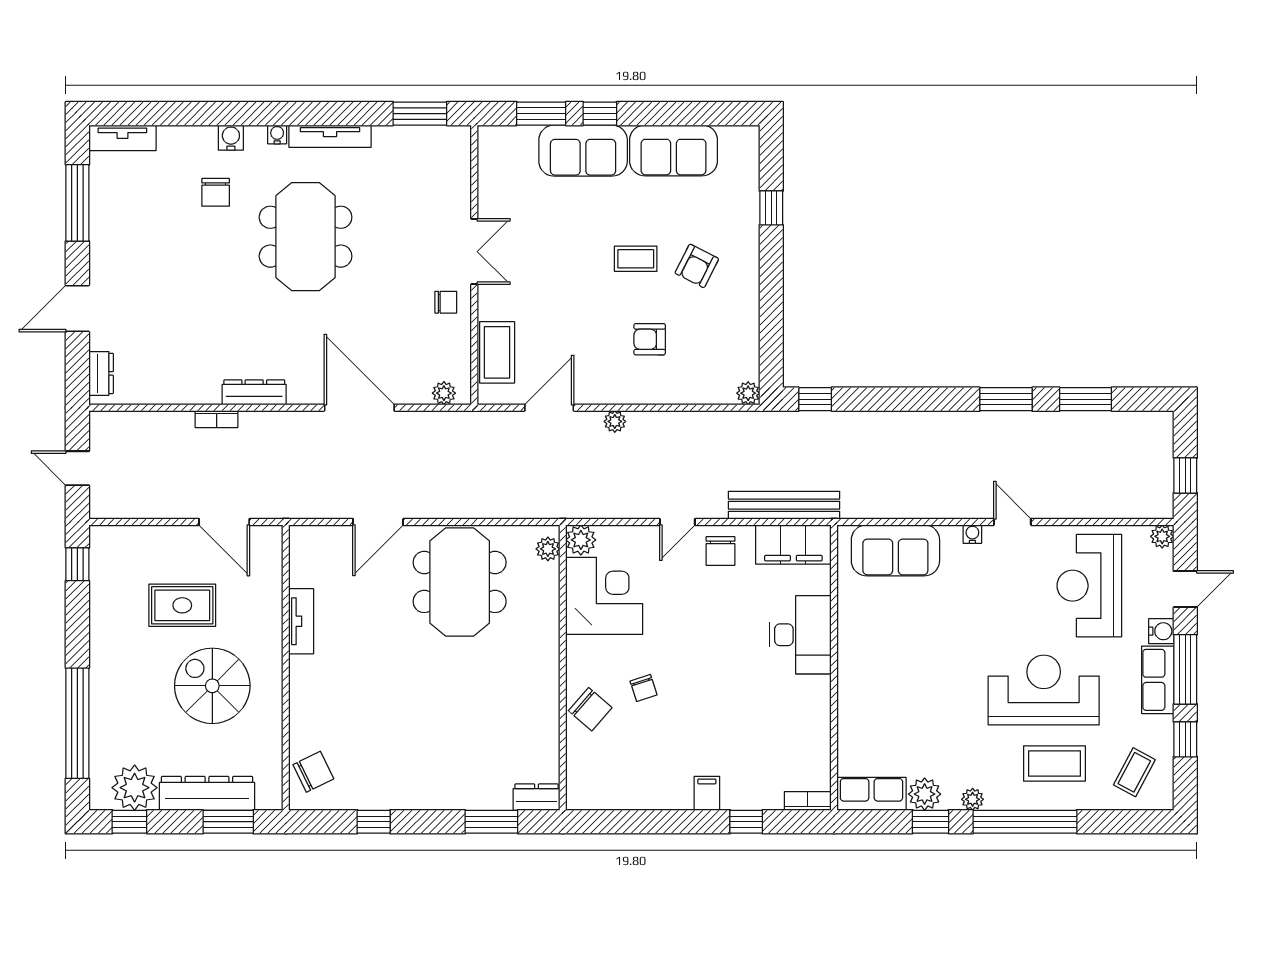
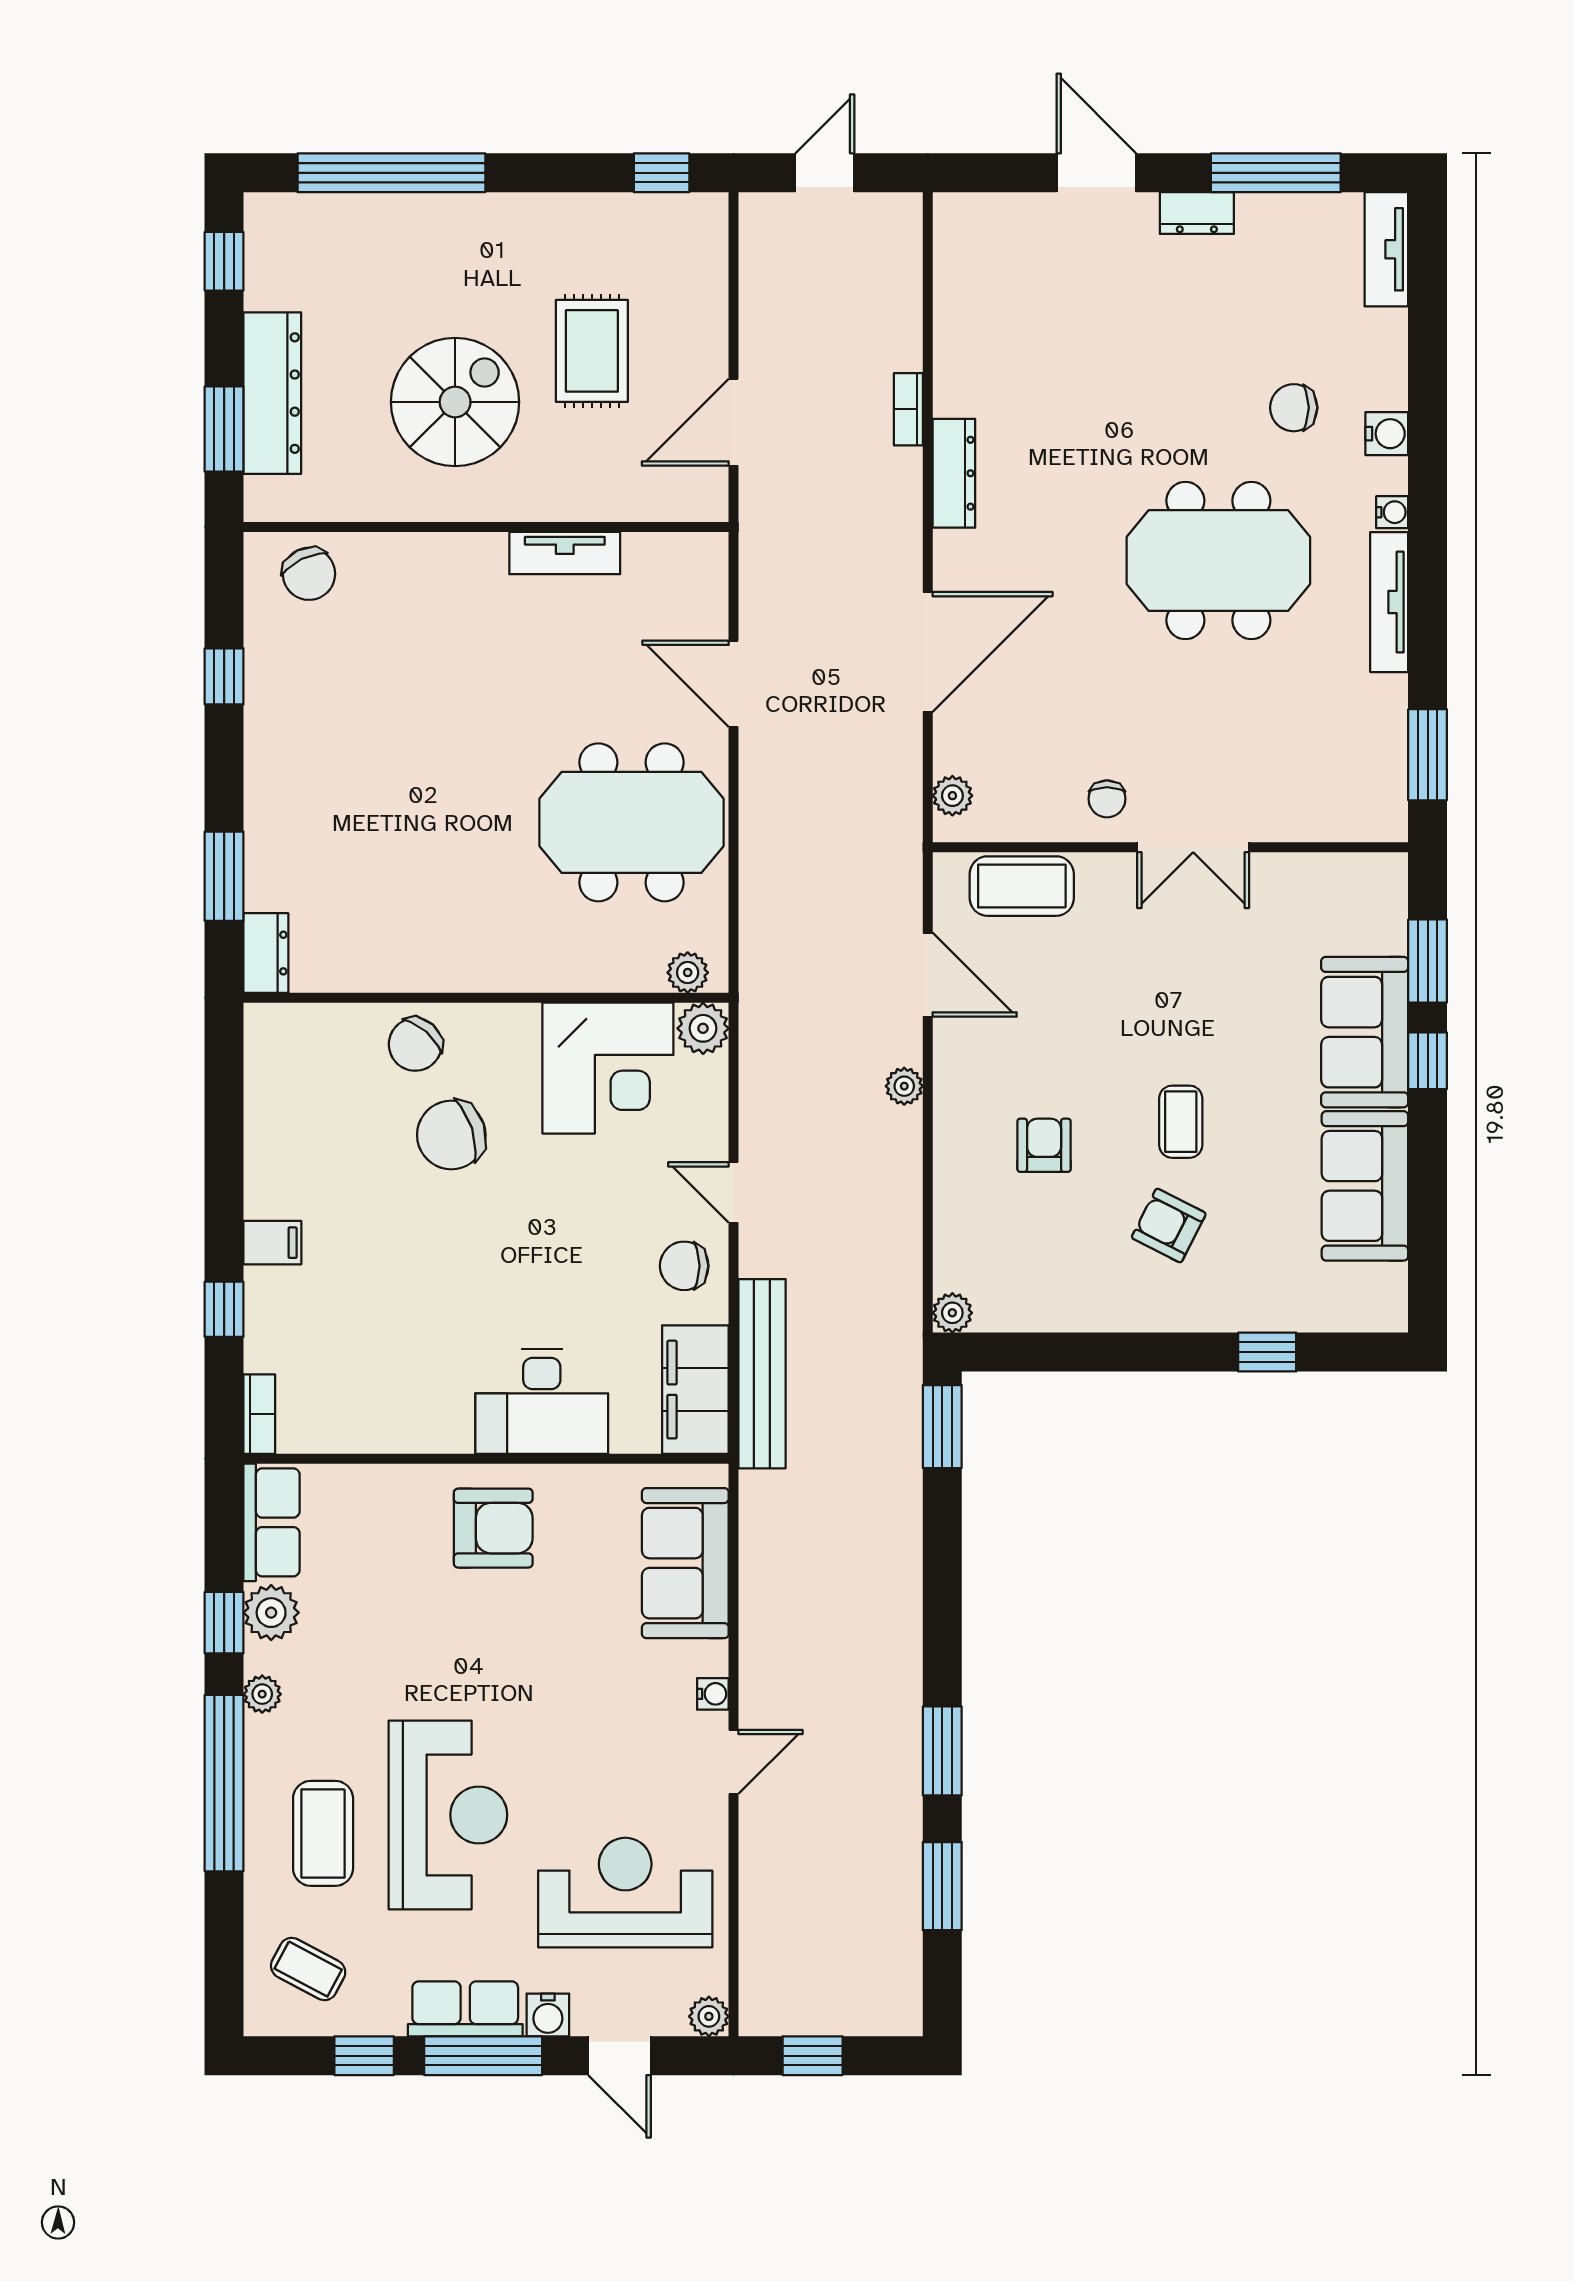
dresser: (101, 373) -> (1197, 213), moved
window: (815, 399) -> (942, 1427), width x1.50
armchair: (875, 663) -> (493, 1528), added
chair: (644, 688) -> (451, 1135), width x1.87, depth x1.87
plant: (135, 788) -> (282, 270), removed

